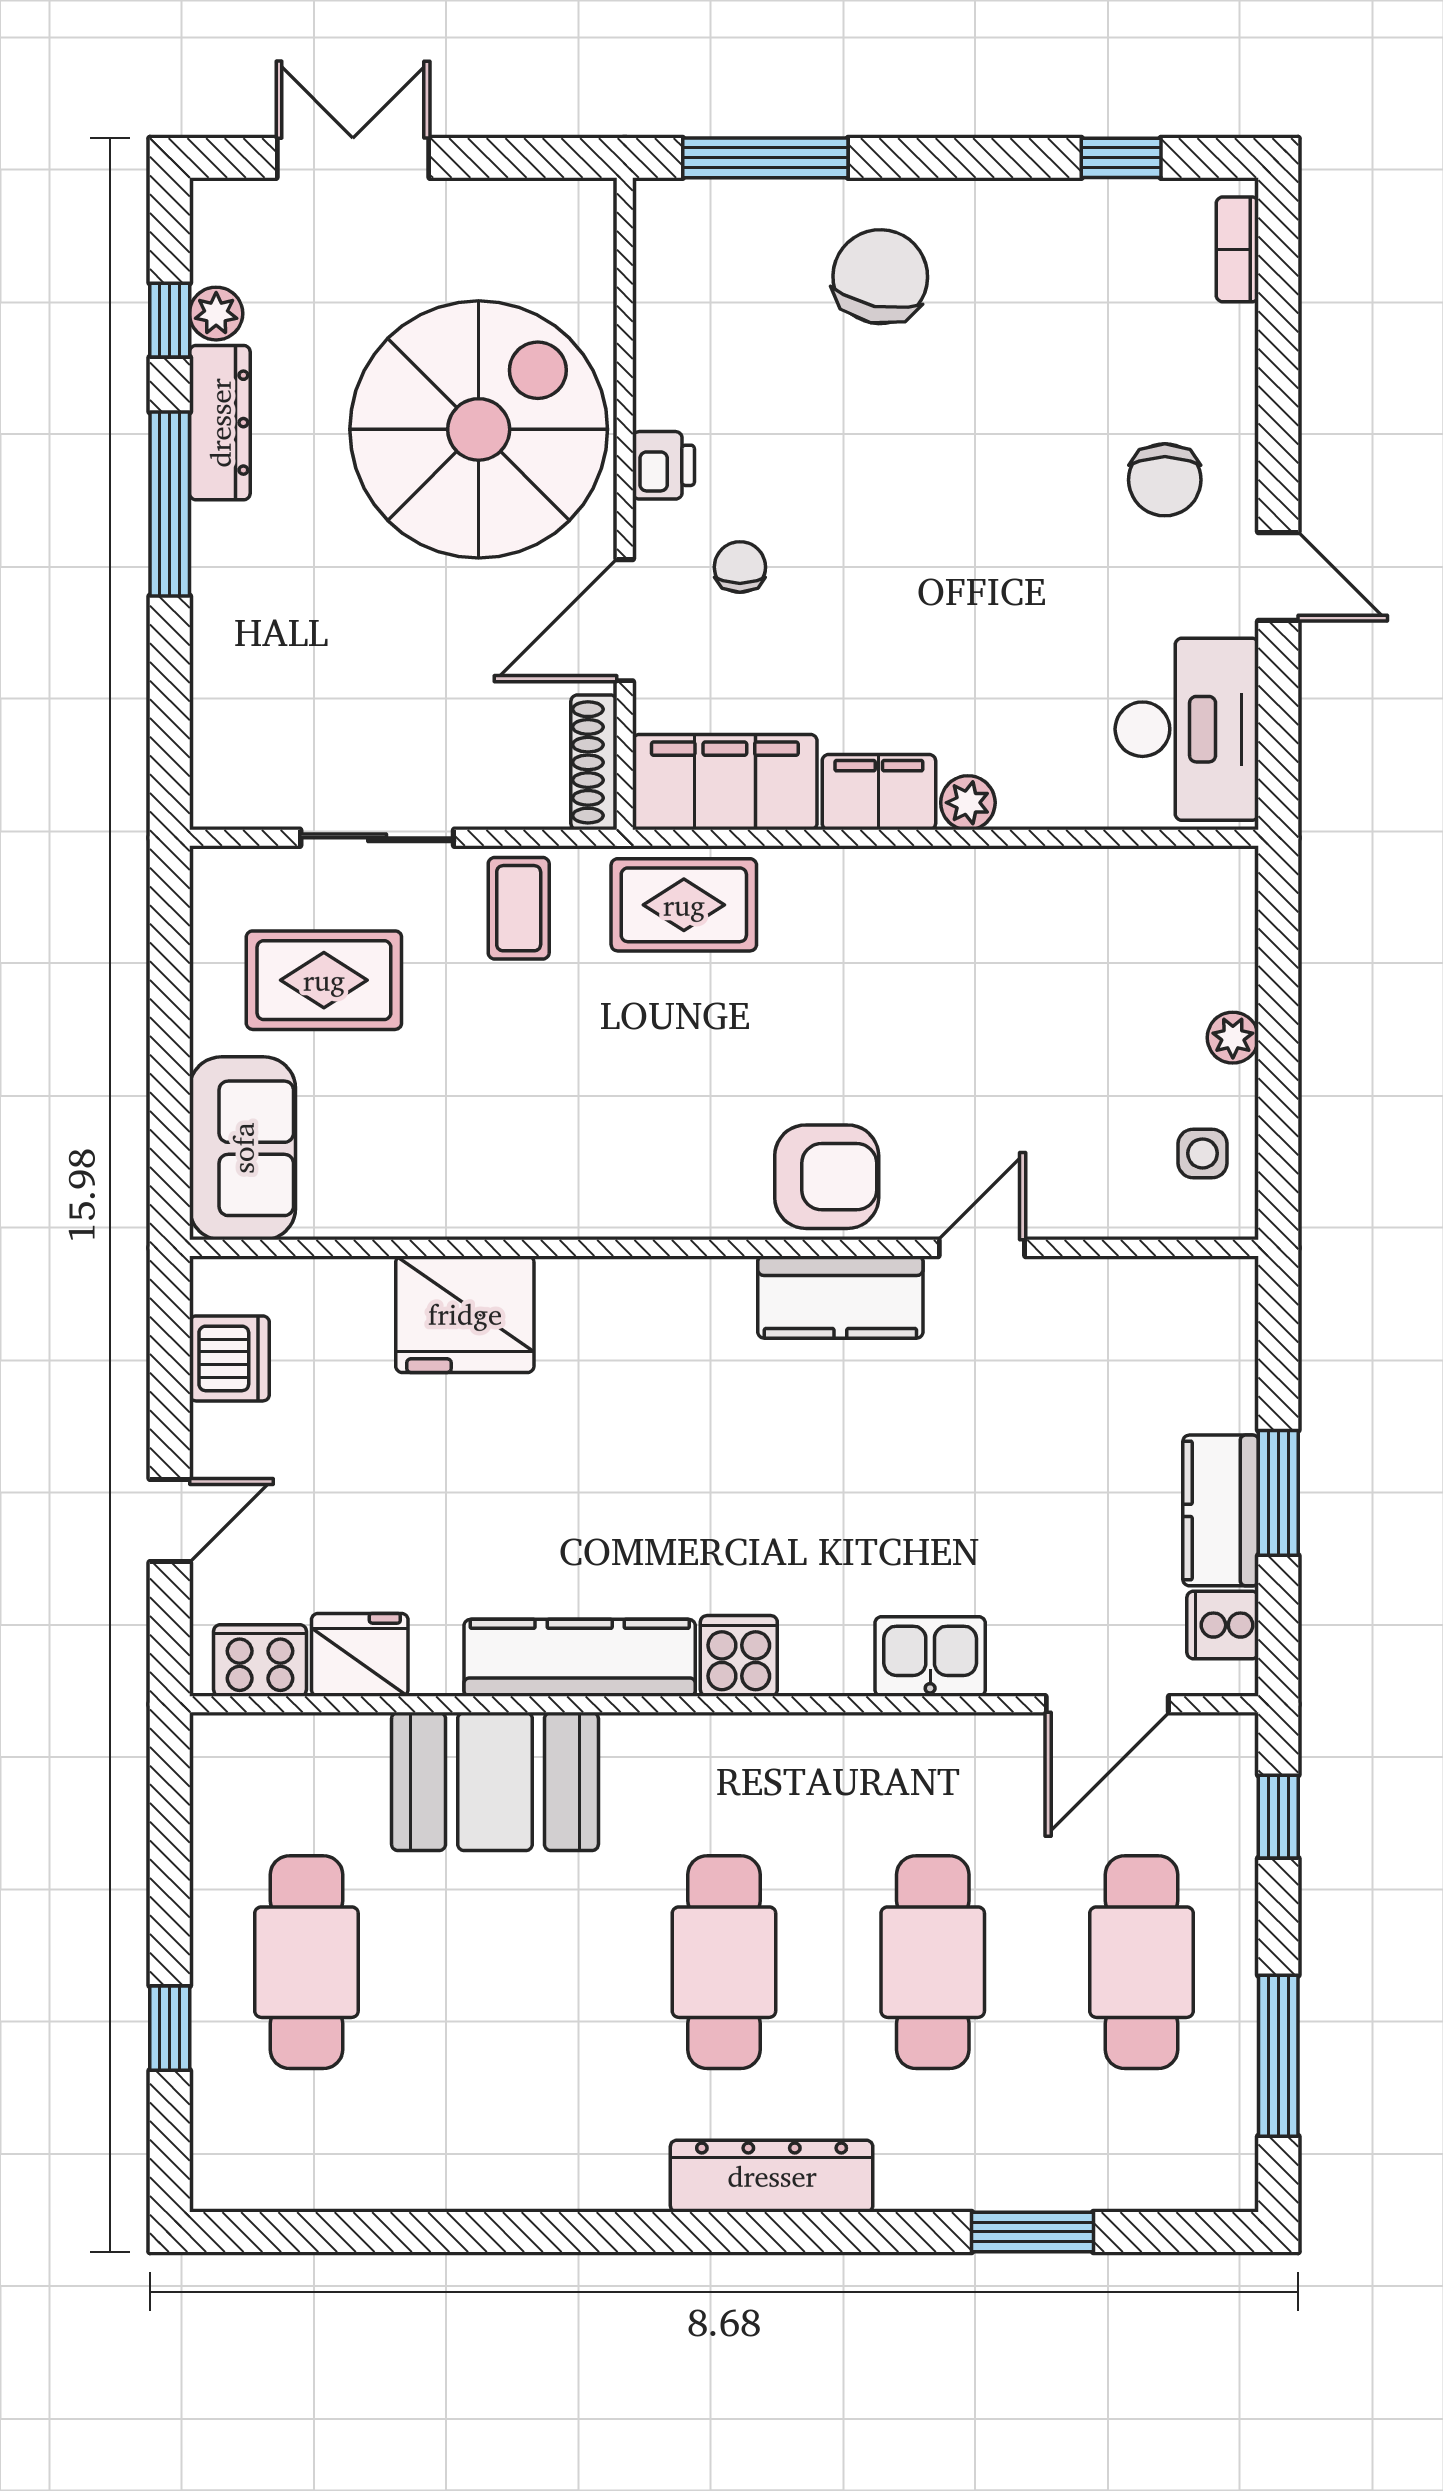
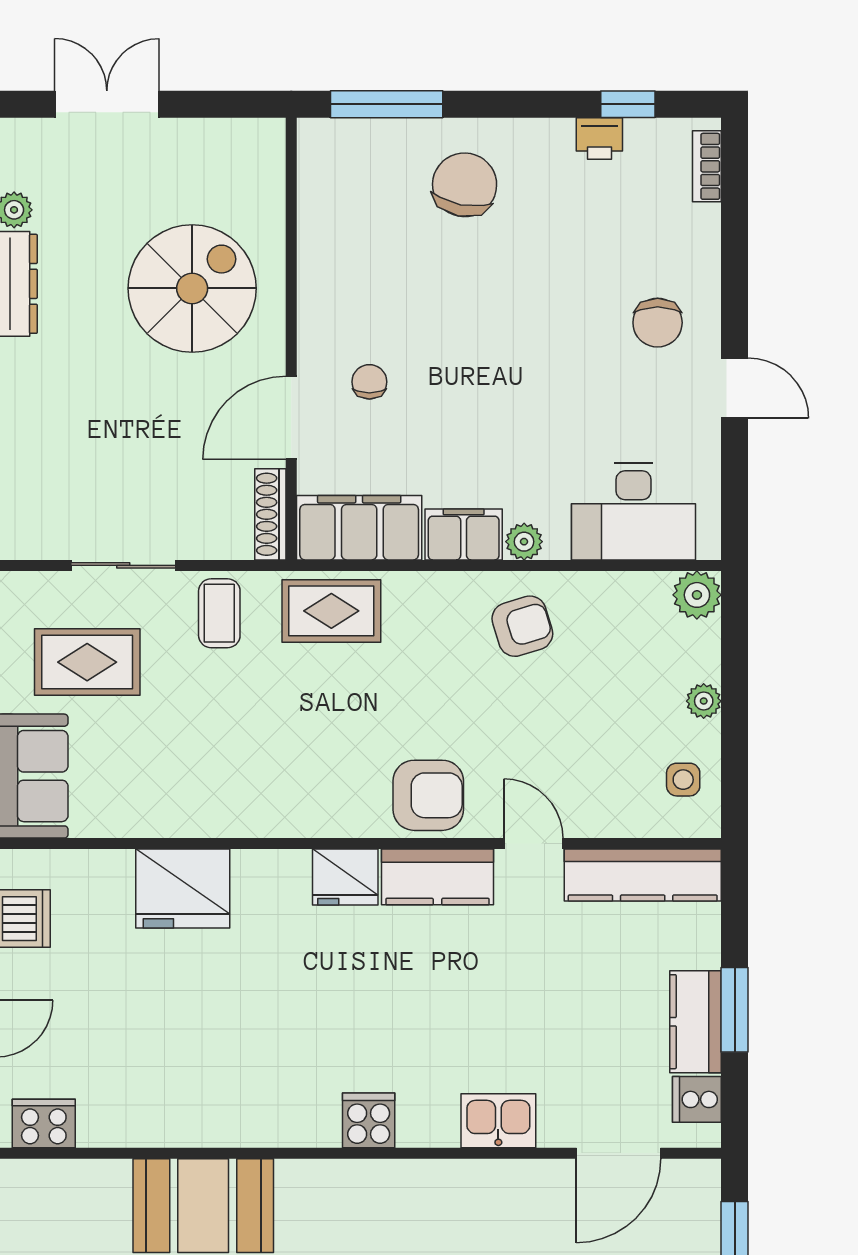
spiral stairs: (479, 429) -> (192, 288), width x0.73, depth x0.73
printer: (664, 465) -> (599, 139), moved, turned 90
desk: (1187, 729) -> (634, 511), moved, turned 90
plant: (1223, 881) -> (697, 595), added
armchair: (965, 927) -> (522, 626), added
door: (982, 1248) -> (533, 844), hinge flipped
fridge: (360, 1655) -> (345, 877), moved, turned 180
kitchen counter: (580, 1658) -> (643, 875), moved, turned 180

